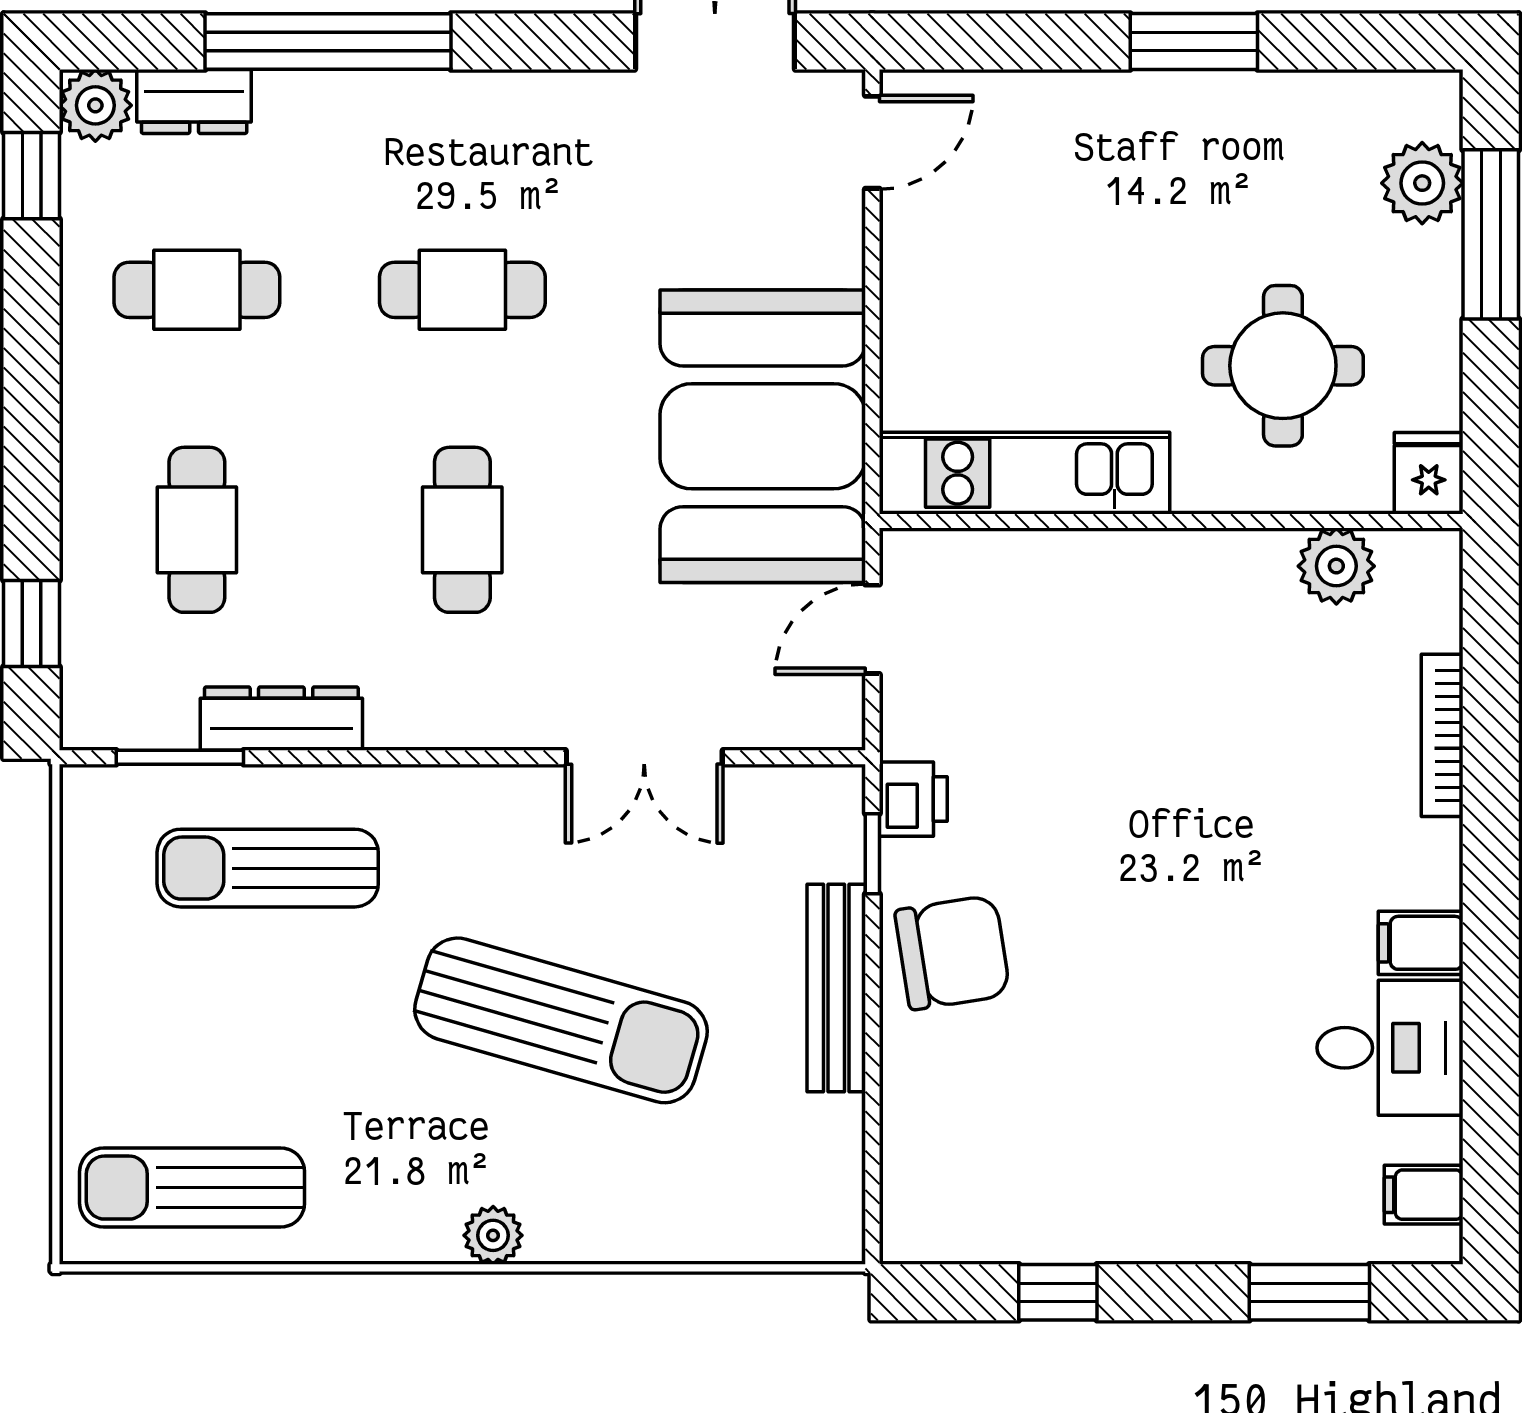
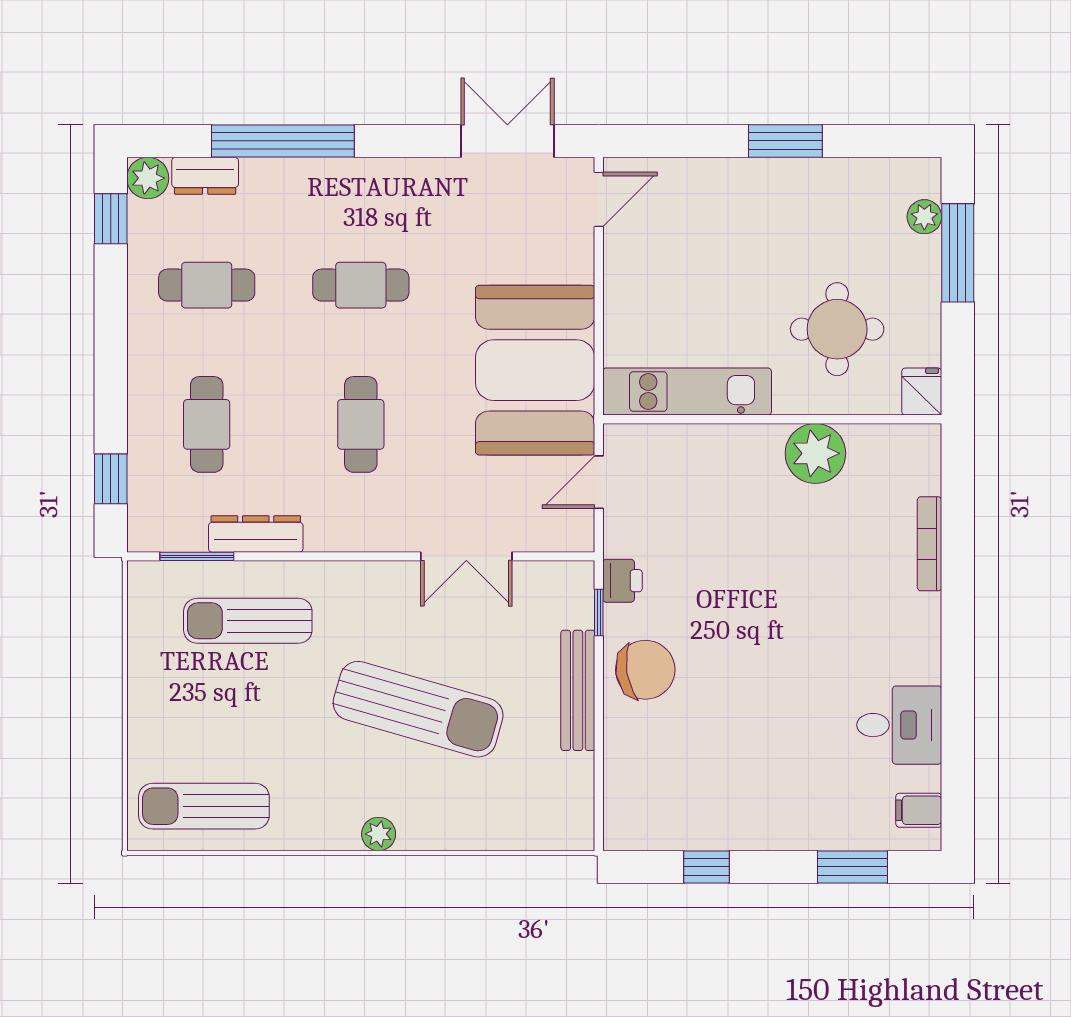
plant: (1422, 183) -> (924, 217), width x0.73, depth x0.73
plant: (1336, 566) -> (815, 453), moved, width x1.36, depth x1.36
filing cabinet: (1421, 943) -> (917, 664), removed

